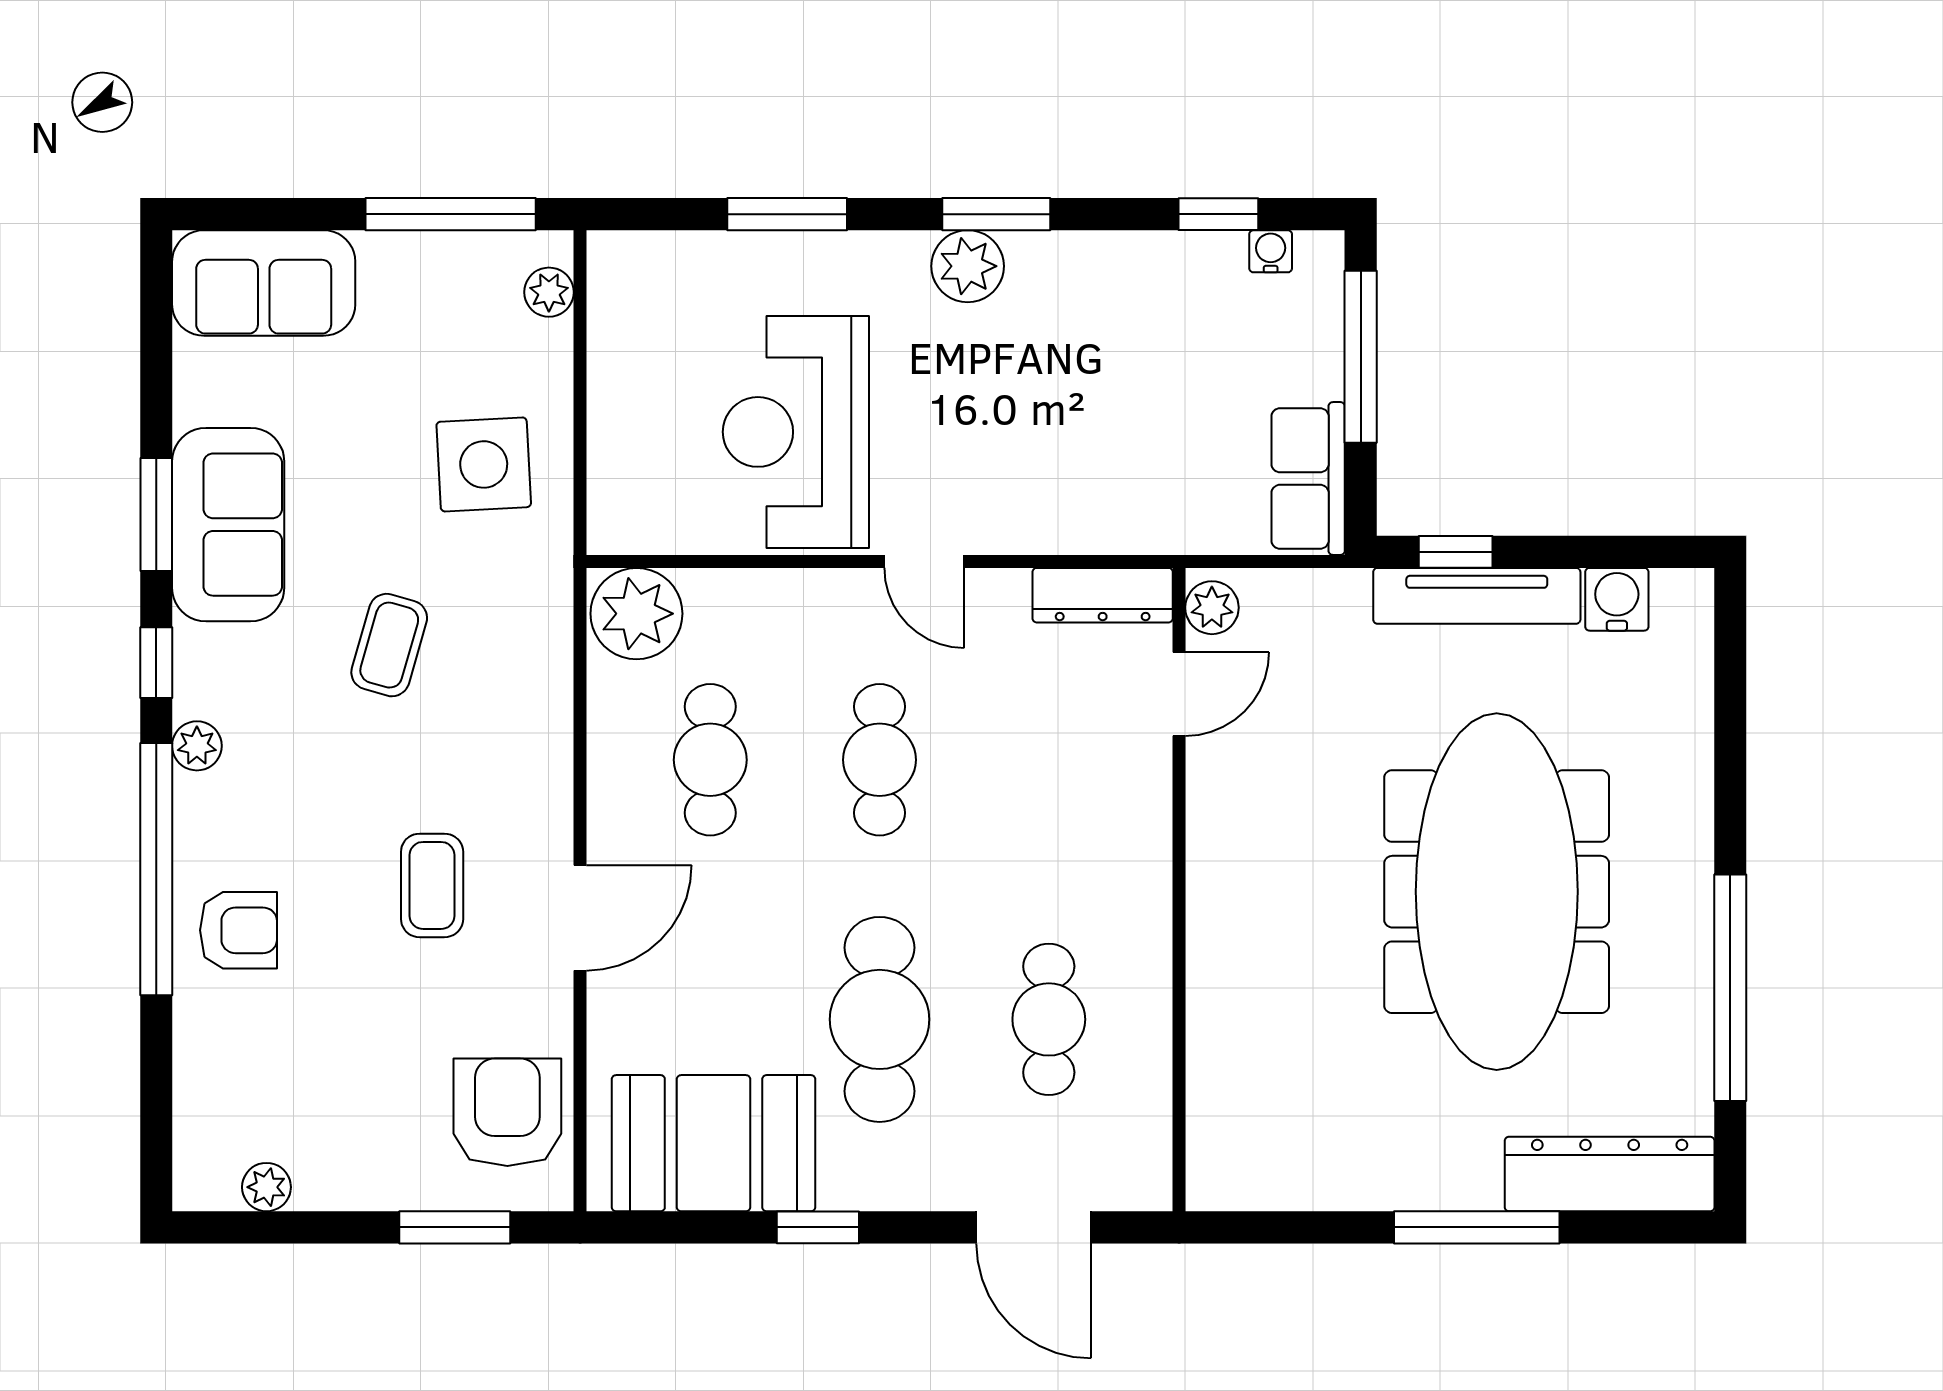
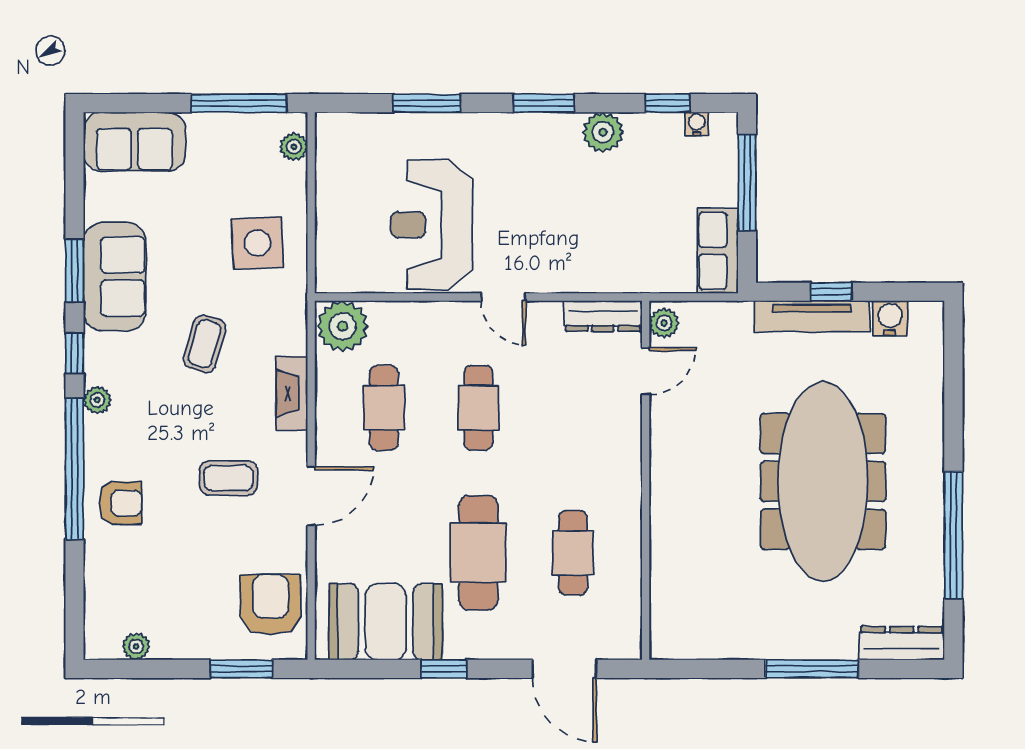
plant: (968, 266) -> (603, 132), moved
window: (1456, 552) -> (831, 292), moved
fireplace: (545, 734) -> (292, 393), added
coffee table: (432, 885) -> (229, 478), turned 90
dresser: (1610, 1174) -> (902, 643), width x0.73, depth x0.80

